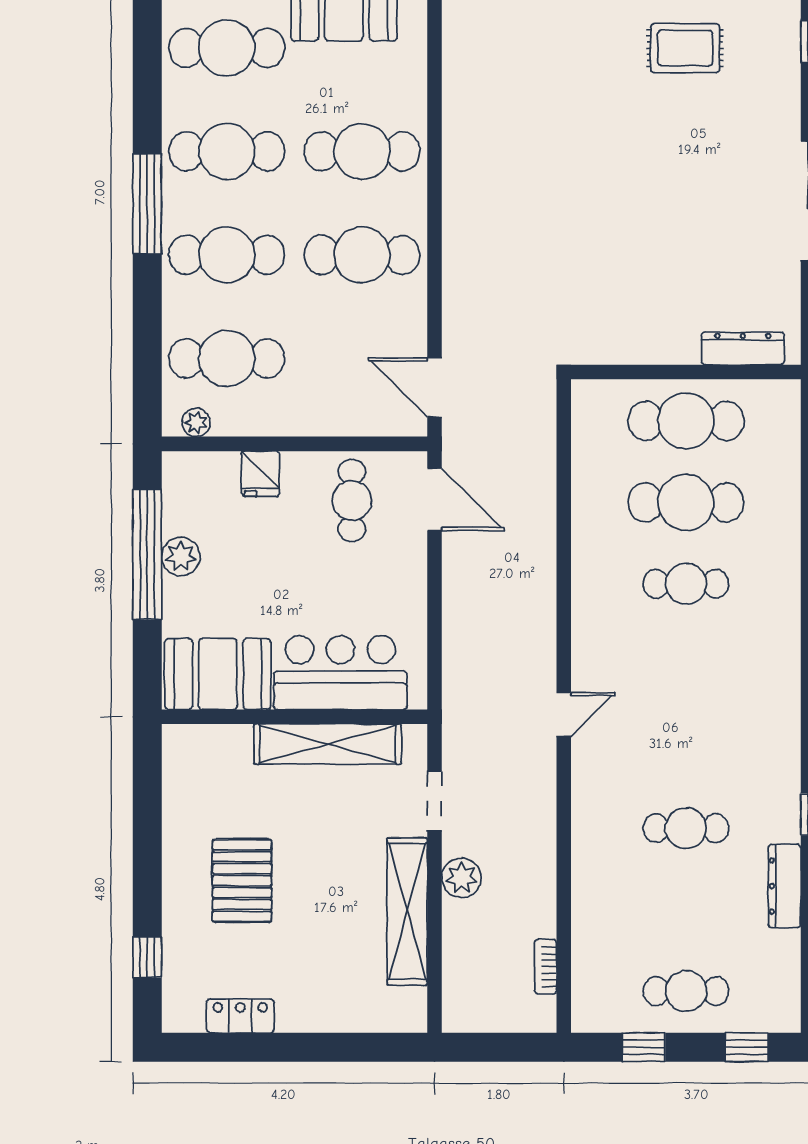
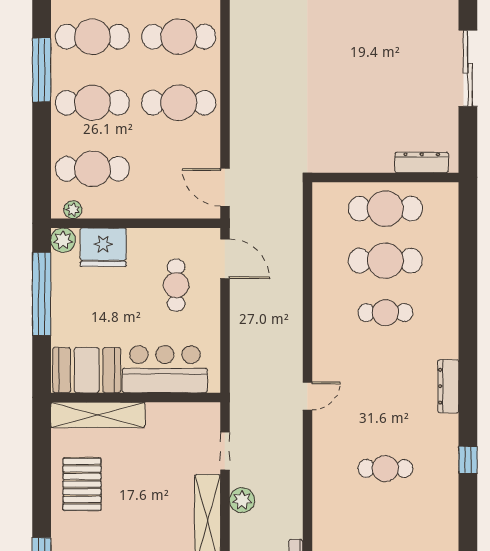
fridge: (261, 474) -> (103, 247), width x1.88, depth x1.34
cafe table: (352, 501) -> (176, 285), moved
plant: (181, 557) -> (63, 240), moved
shelving: (328, 744) -> (98, 415), moved
pallet: (242, 881) -> (82, 484), moved
dresser: (785, 886) -> (448, 386), moved

